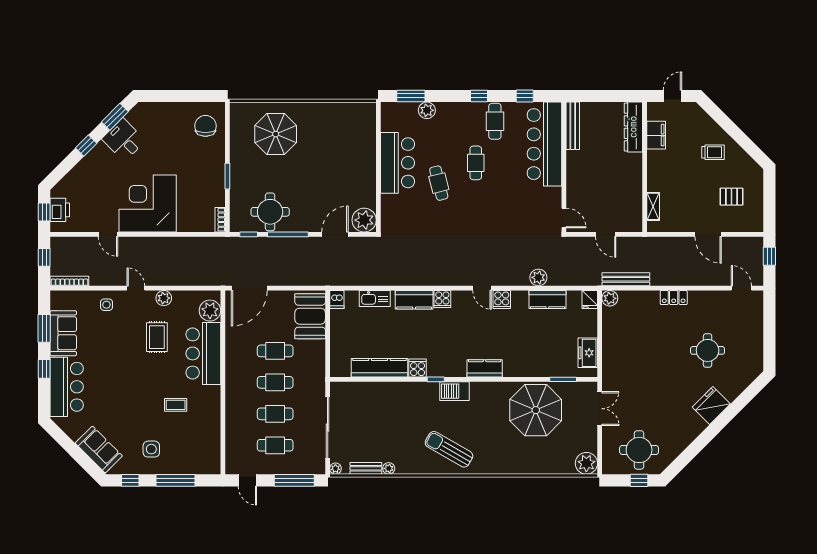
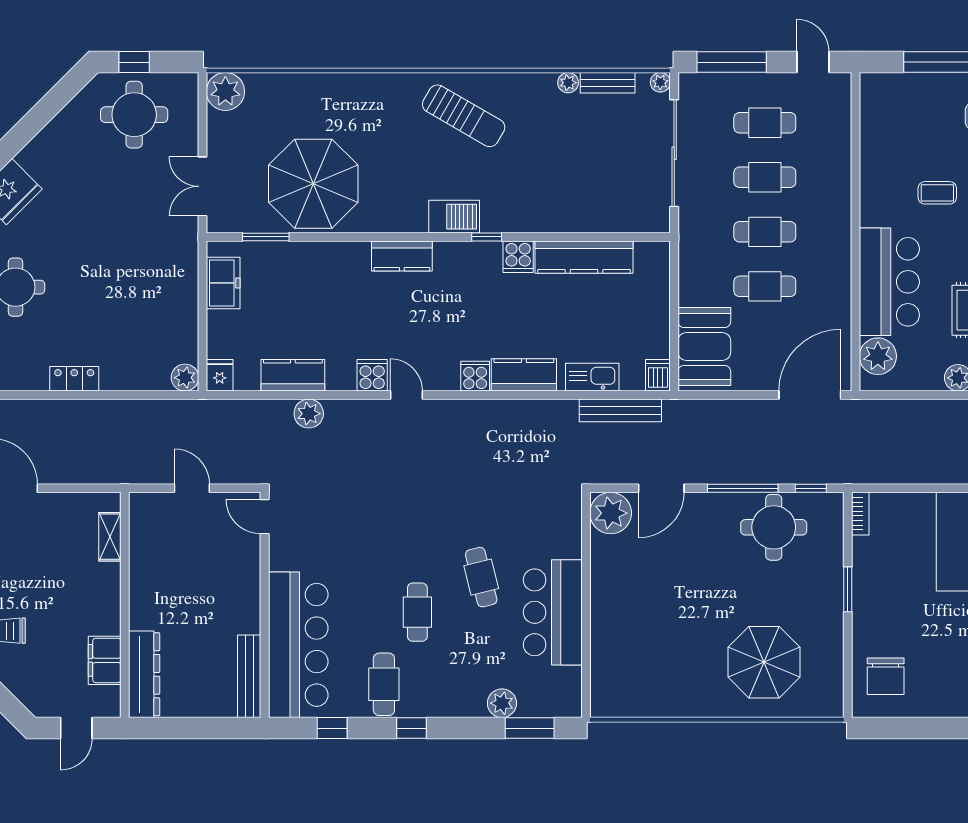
bench: (626, 279) -> (620, 410), moved

